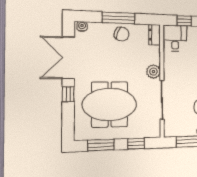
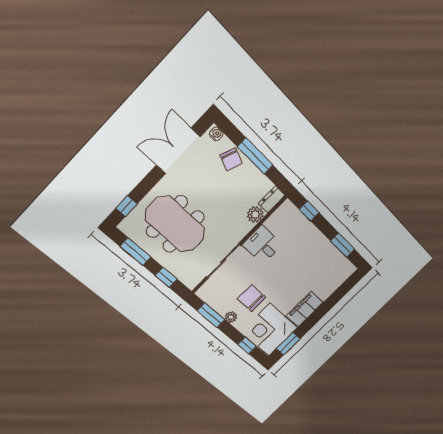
chair: (122, 34) -> (231, 159), moved
desk: (175, 38) -> (262, 245), moved, turned -90
plant: (153, 72) -> (255, 214), moved
window: (68, 94) -> (127, 206), moved

